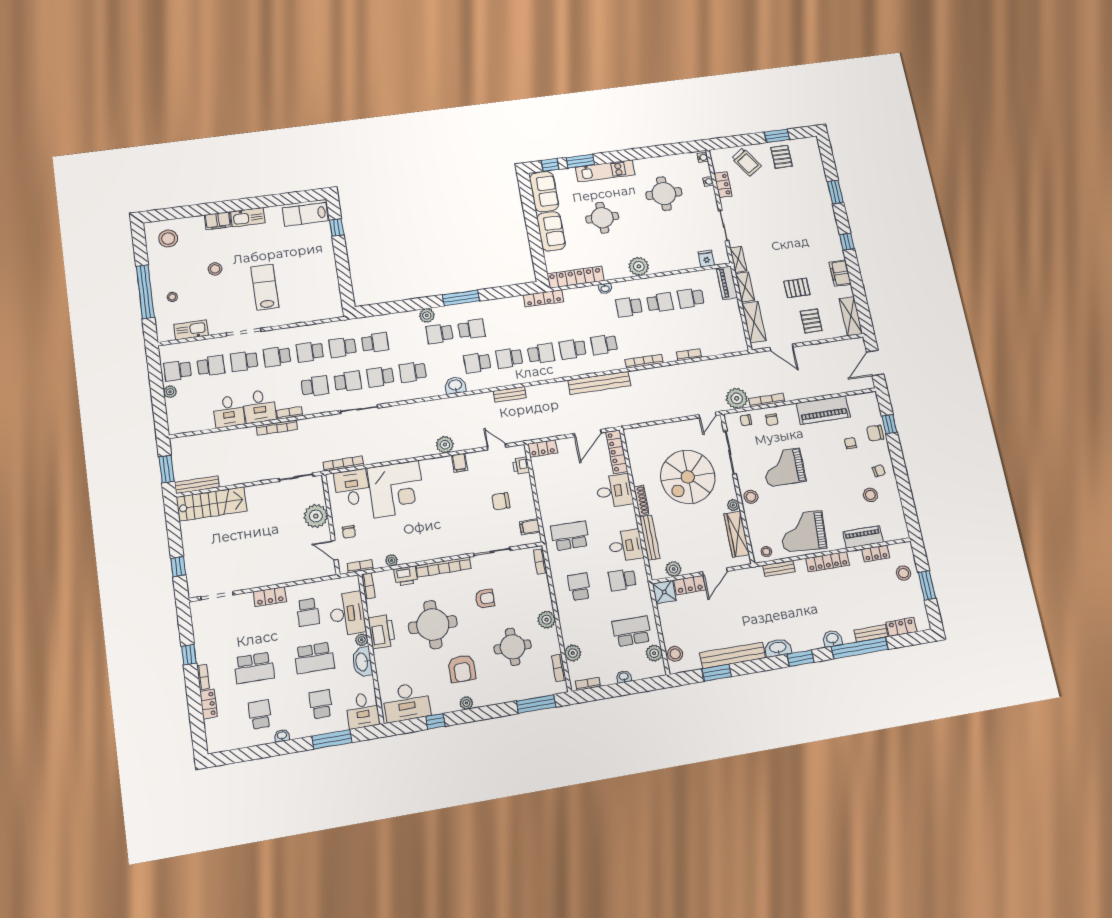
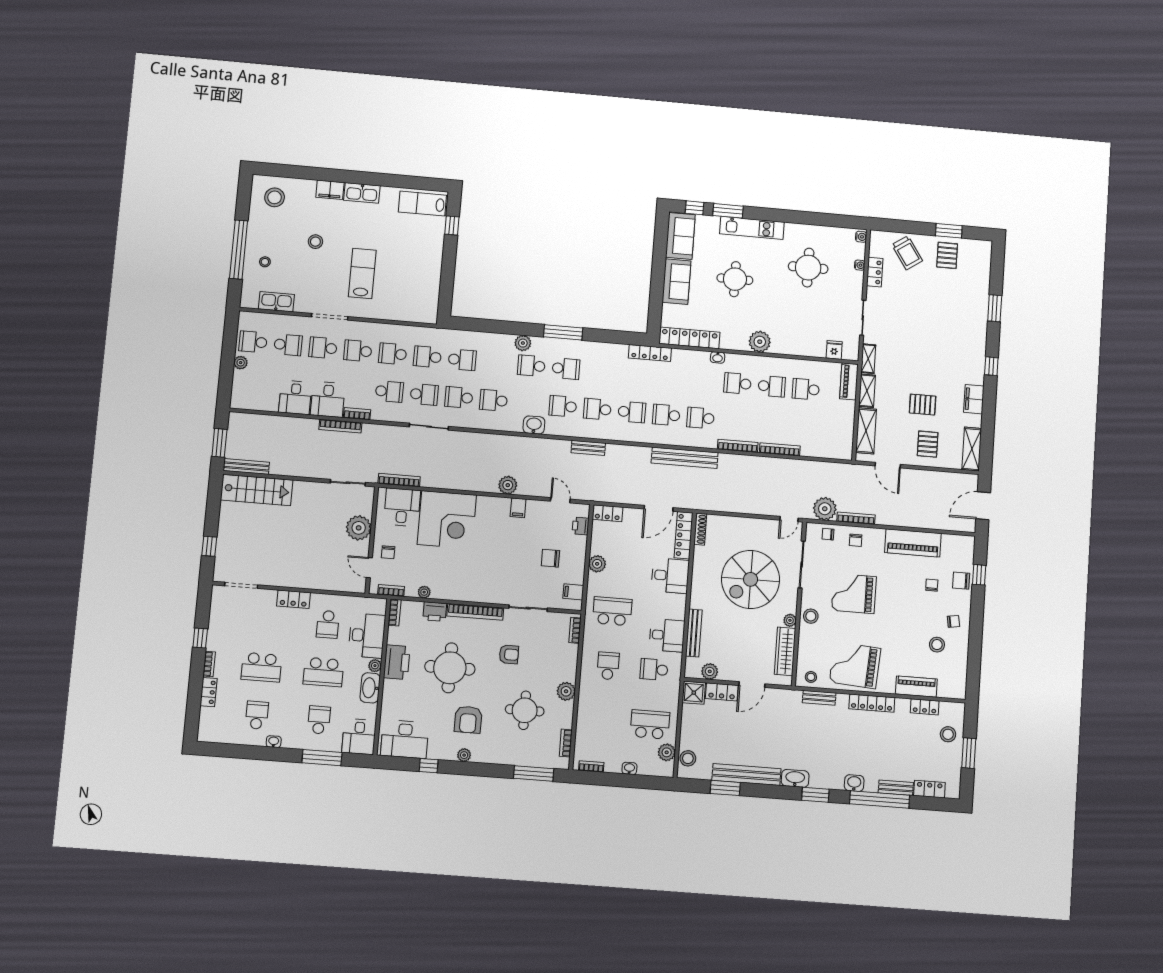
bookcase: (689, 355) -> (780, 449), width x1.56
shoe rack: (641, 500) -> (700, 529), moved
plant: (573, 653) -> (597, 564), moved

